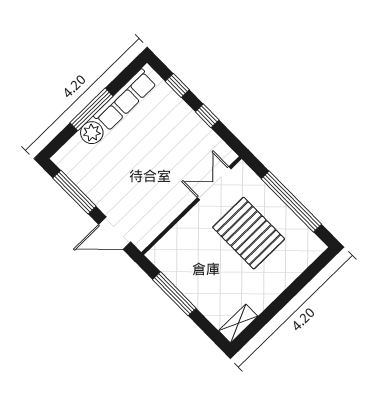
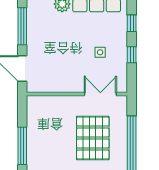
side table: (174, 143) -> (100, 52), added
window: (174, 294) -> (22, 146), moved

